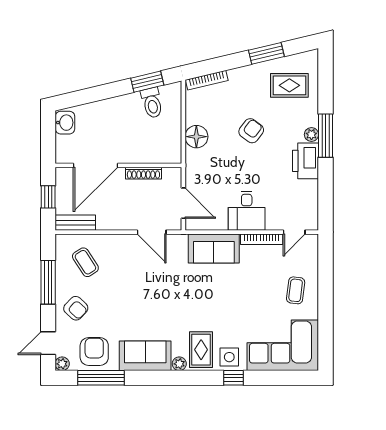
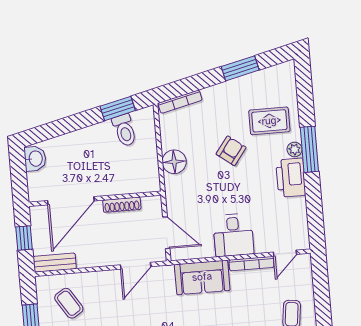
rug: (289, 85) -> (269, 121), moved
door: (152, 232) -> (136, 266), hinge flipped

